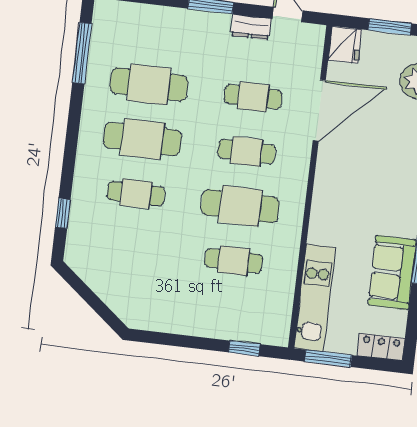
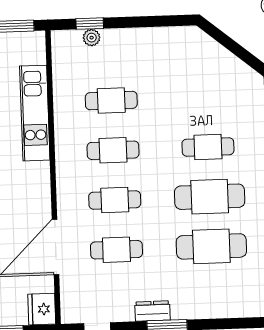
dresser: (251, 27) -> (153, 311), moved
cafe table: (240, 206) -> (113, 150), width x0.73, depth x0.74
kitchen unit: (315, 298) -> (35, 113), moved
plant: (244, 333) -> (92, 38), added

